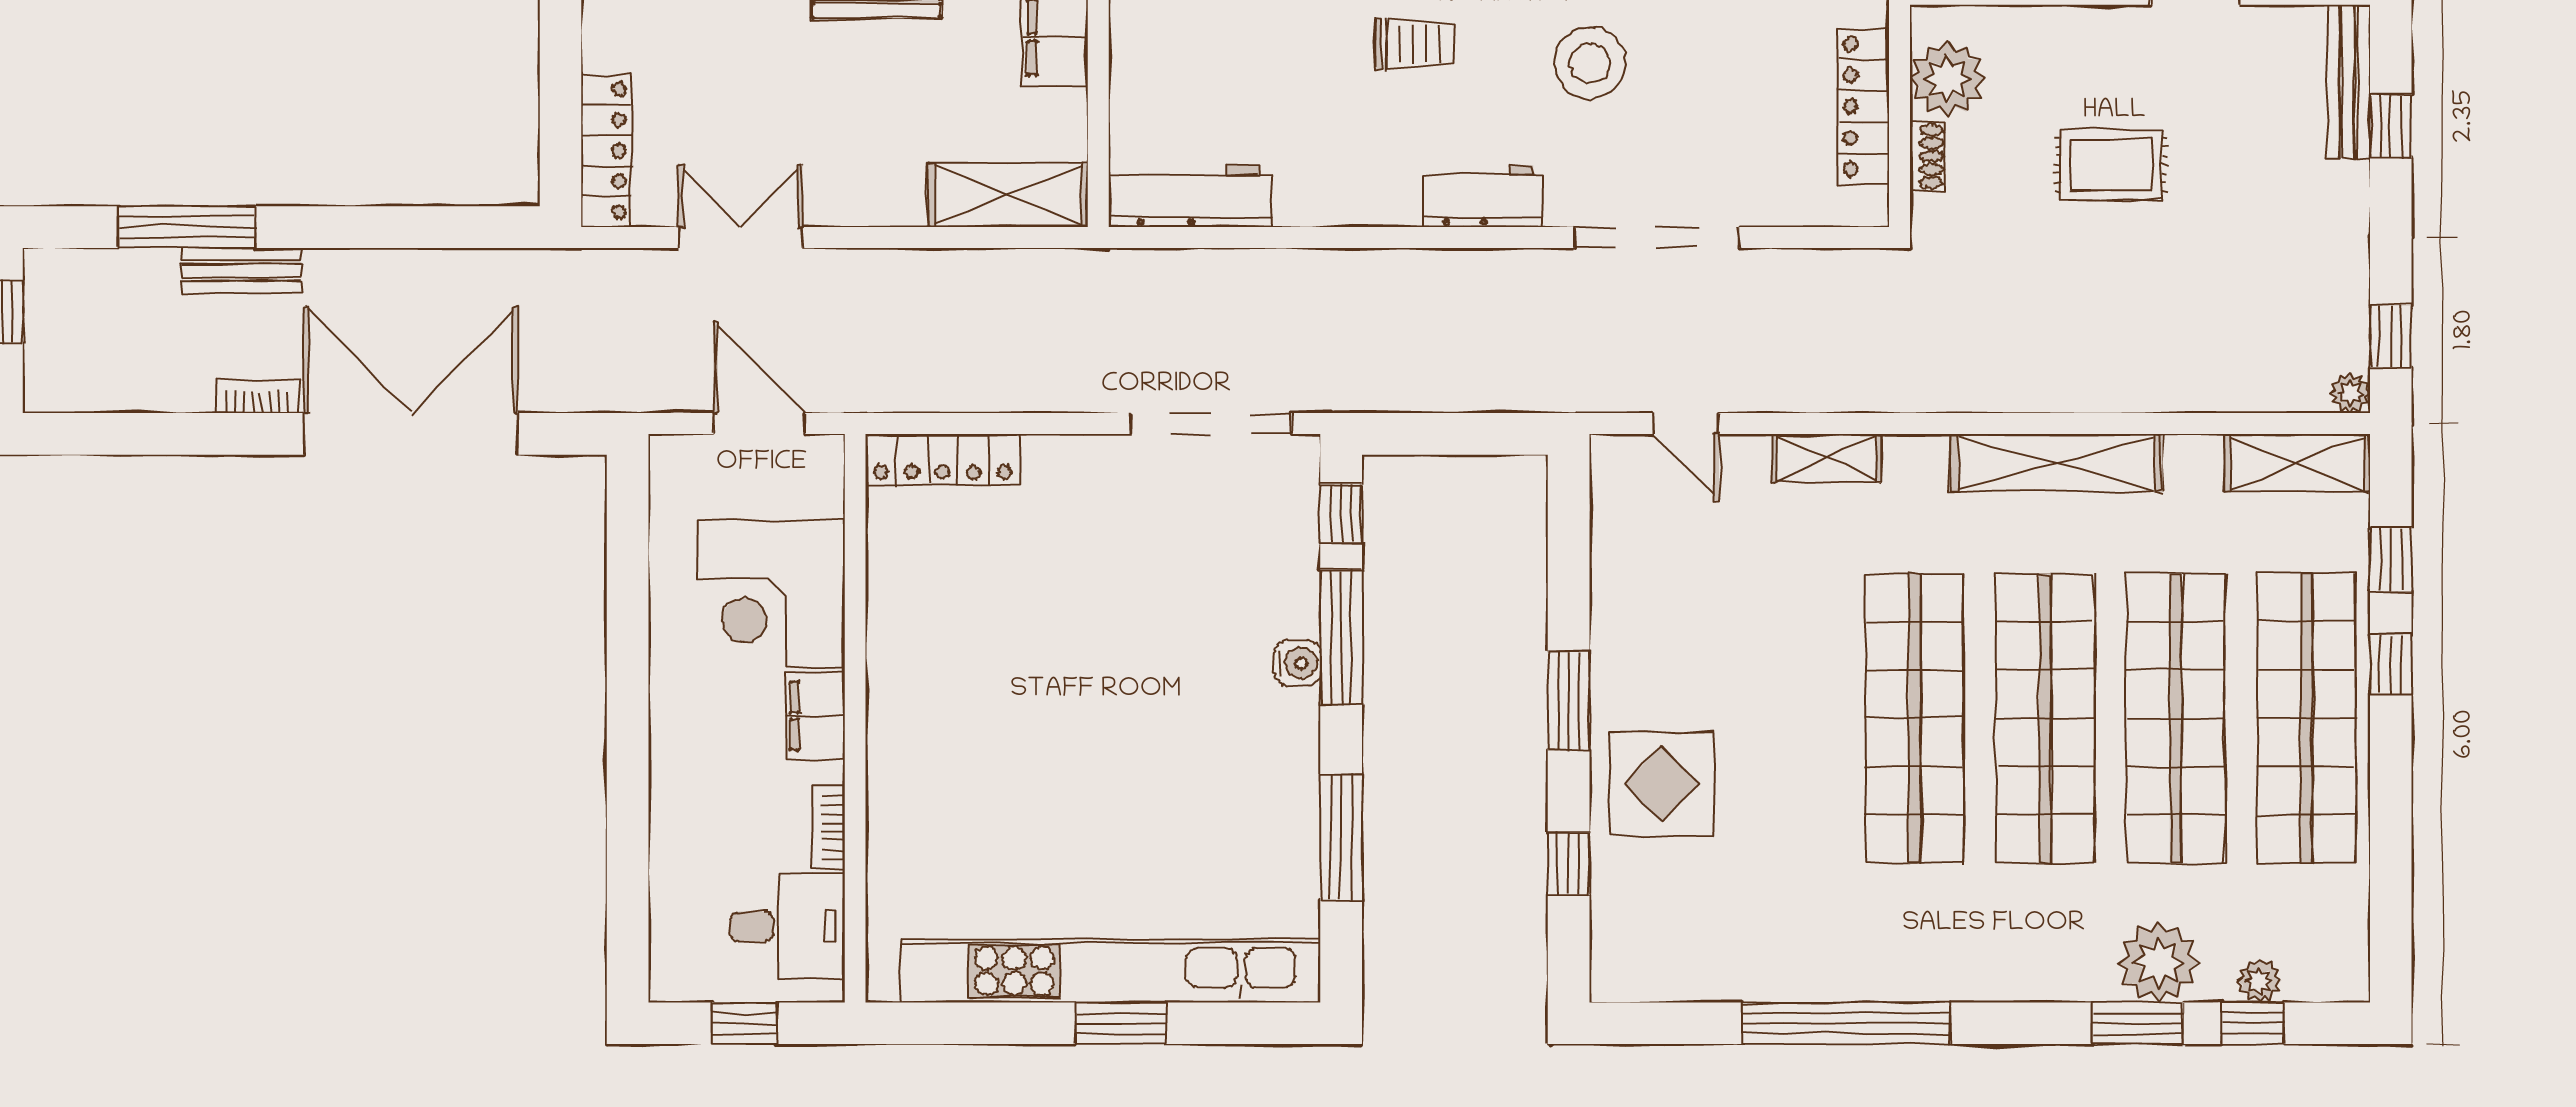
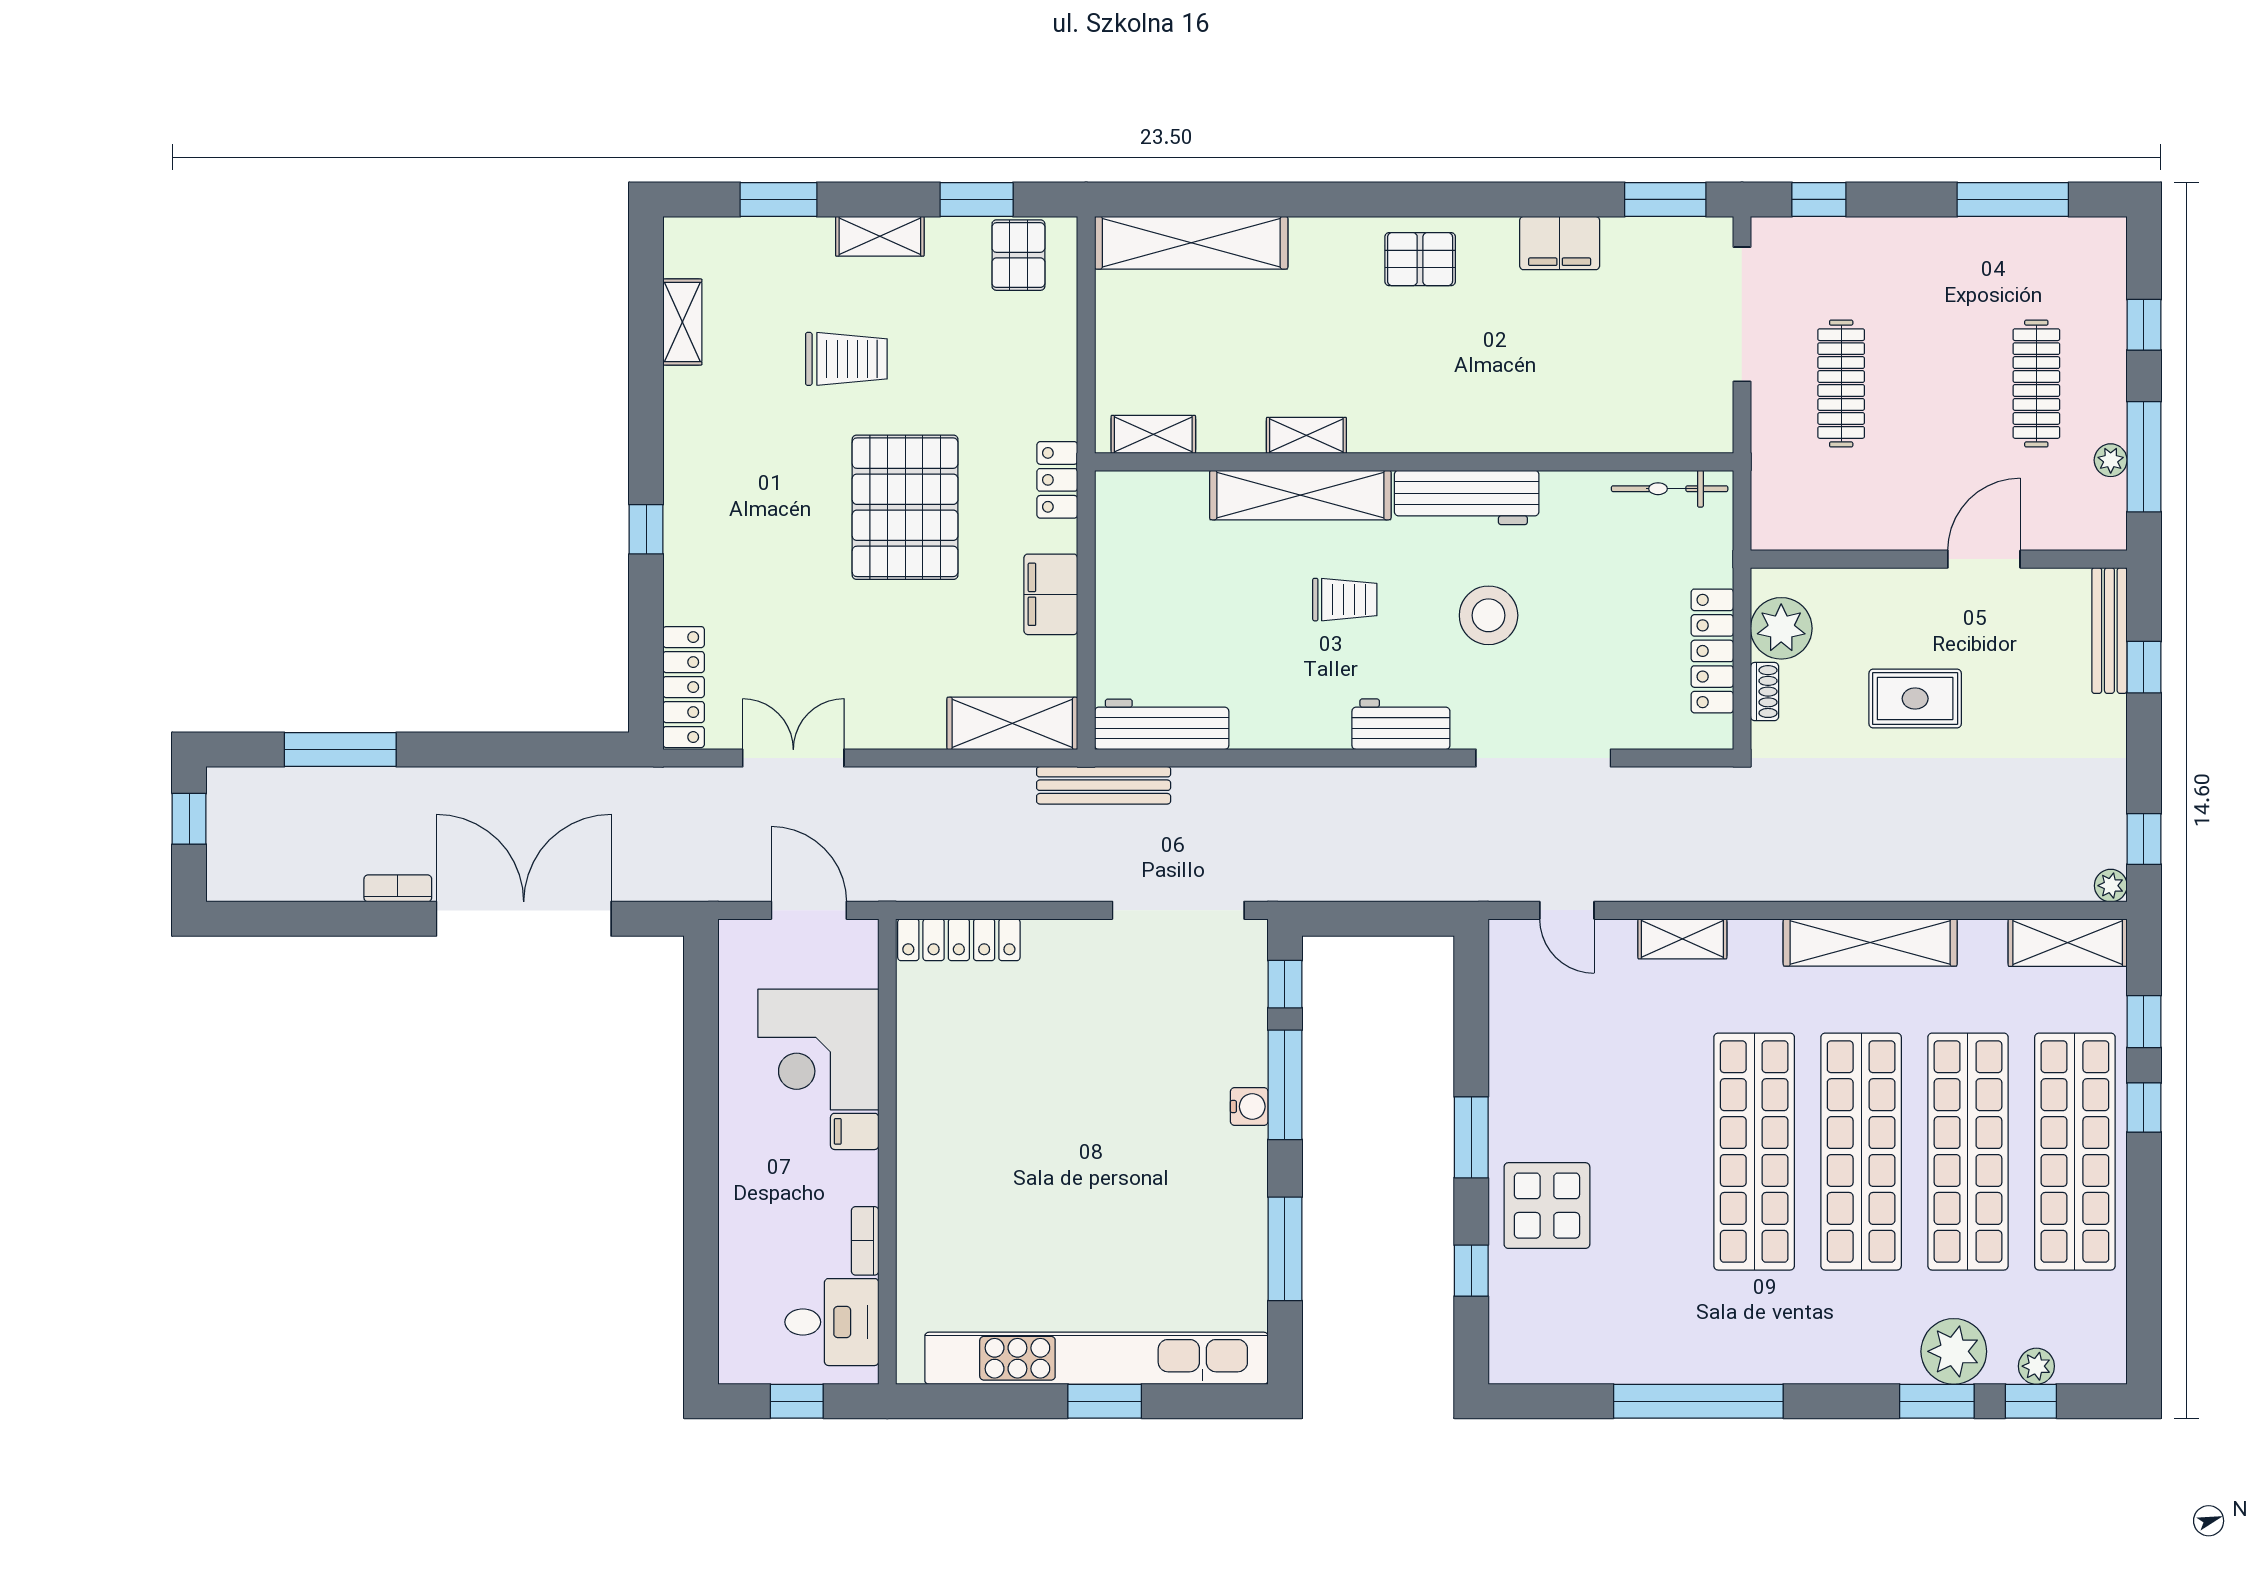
bench: (241, 271) -> (1104, 785), moved, width x1.36
filing cabinet: (815, 716) -> (855, 1131), width x0.50

